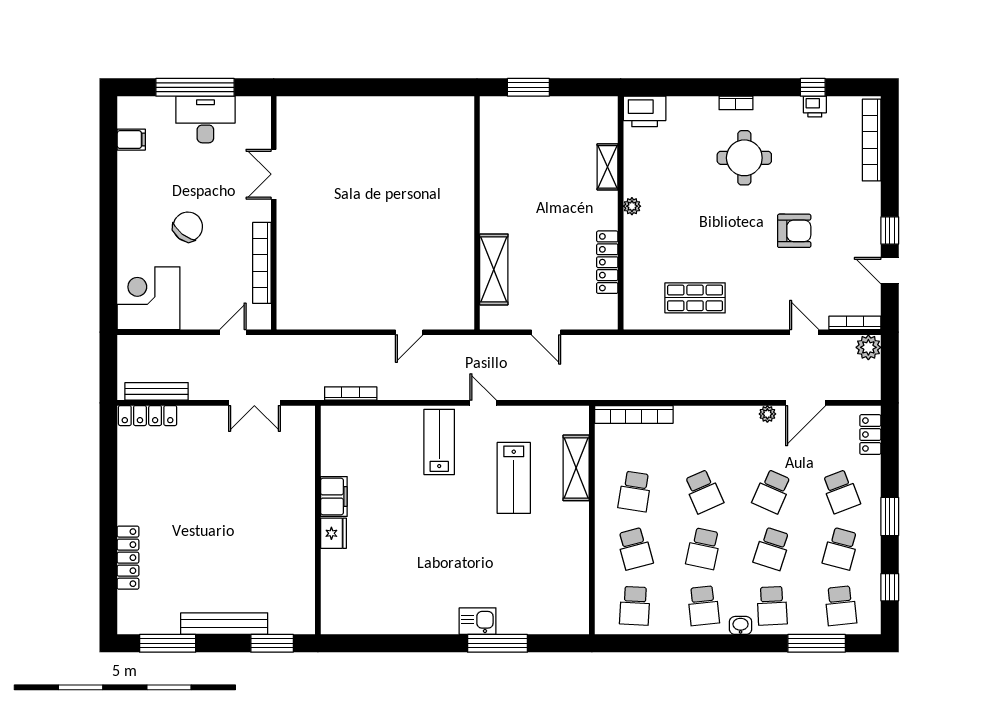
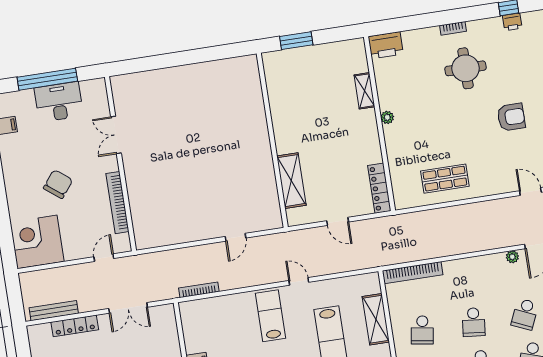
locker: (607, 262) -> (379, 188), moved
locker: (148, 416) -> (75, 326), moved
school desk: (703, 491) -> (474, 322), turned 30

